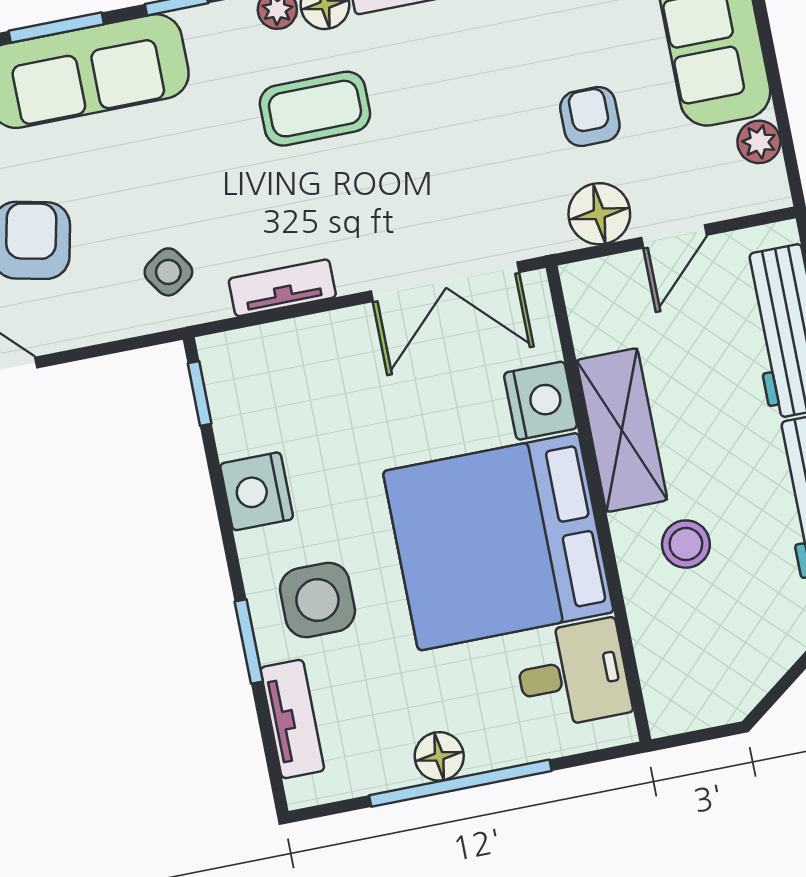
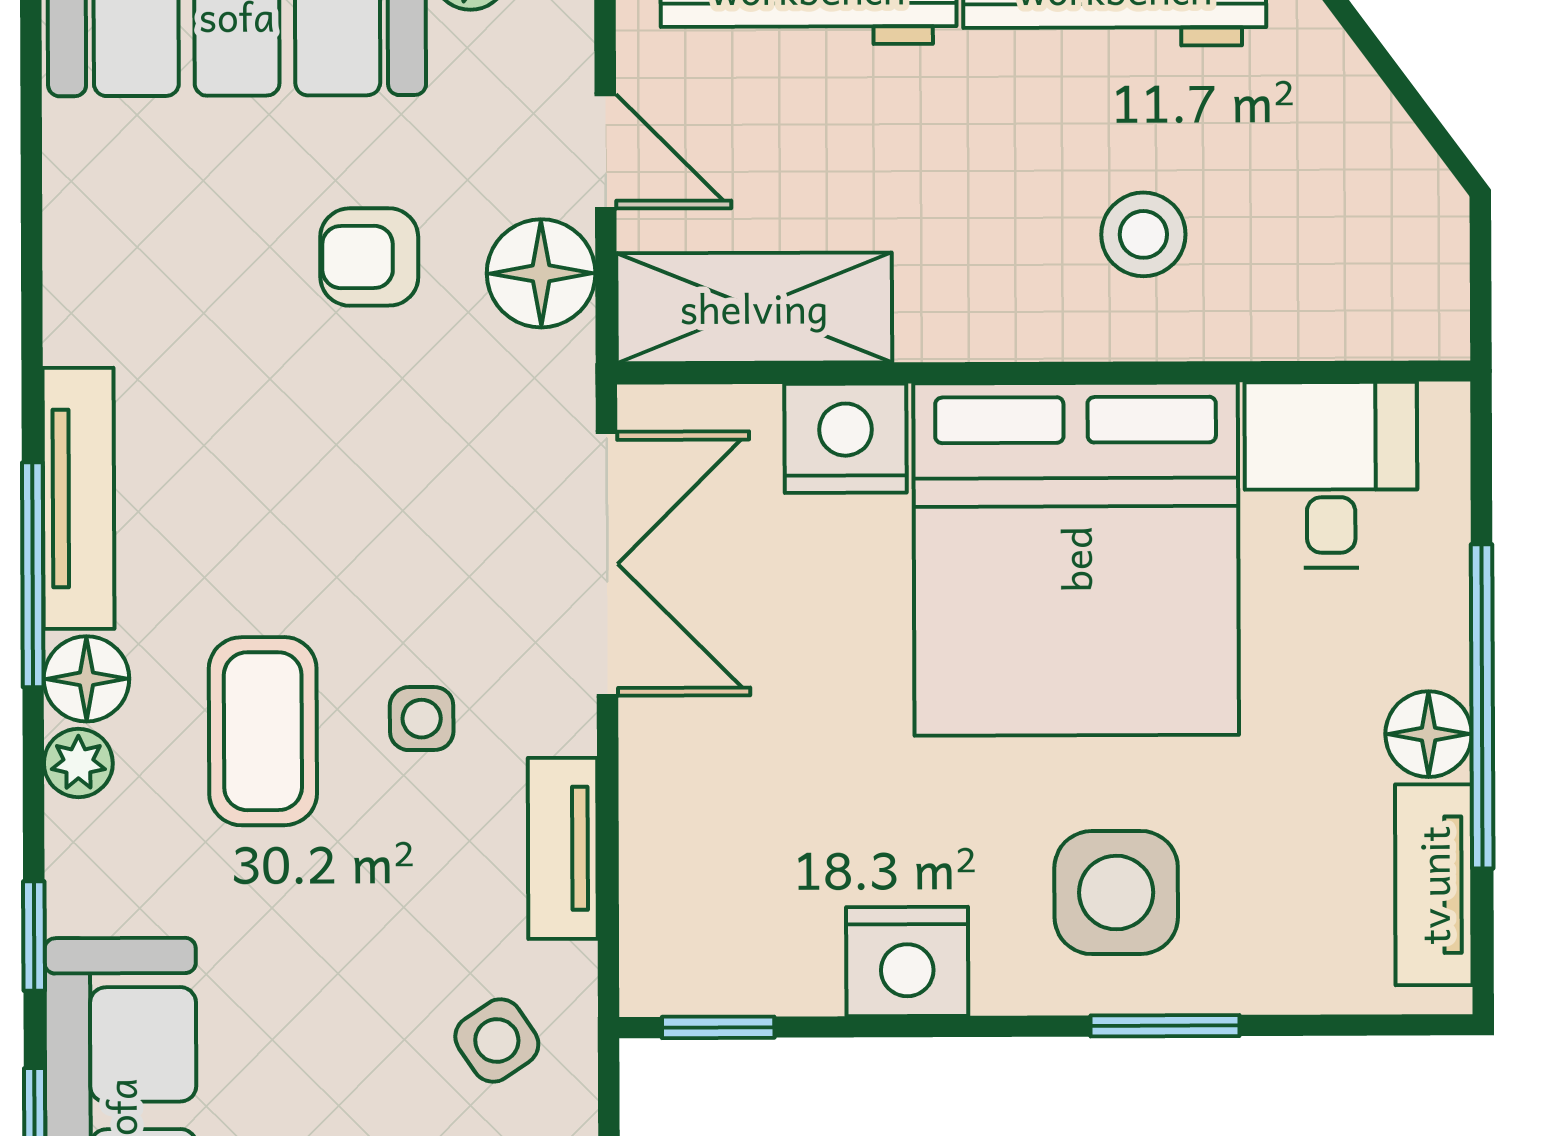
side table: (339, 195) -> (422, 719), added
shelving: (622, 430) -> (754, 308), moved
tv unit: (292, 719) -> (1434, 885), moved, turned -90

